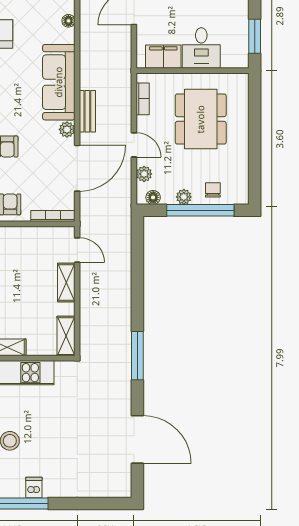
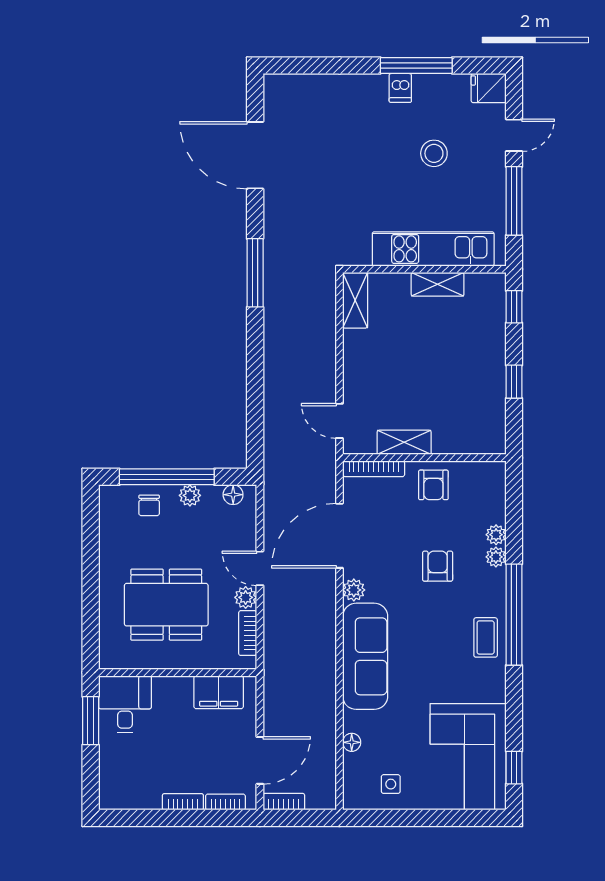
desk: (201, 48) -> (125, 704), moved
bench: (87, 111) -> (325, 616), removed
dining table: (201, 119) -> (166, 605), turned 90
plant: (144, 174) -> (246, 597), moved
shelving: (66, 282) -> (404, 442), moved, turned 90

